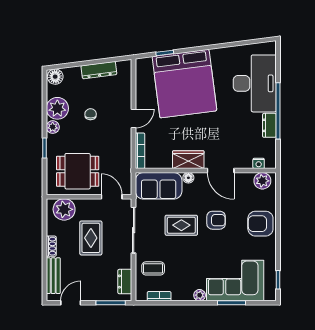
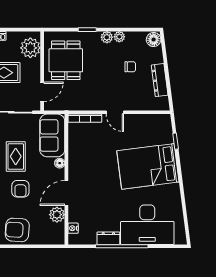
bed: (184, 84) -> (148, 166), width x0.73
plant: (57, 108) -> (119, 37), width x0.53, depth x0.53
chair: (91, 114) -> (130, 67), moved
wardrobe: (188, 160) -> (77, 163), removed
plant: (262, 181) -> (57, 215), moved
armchair: (260, 224) -> (17, 230), turned -86

